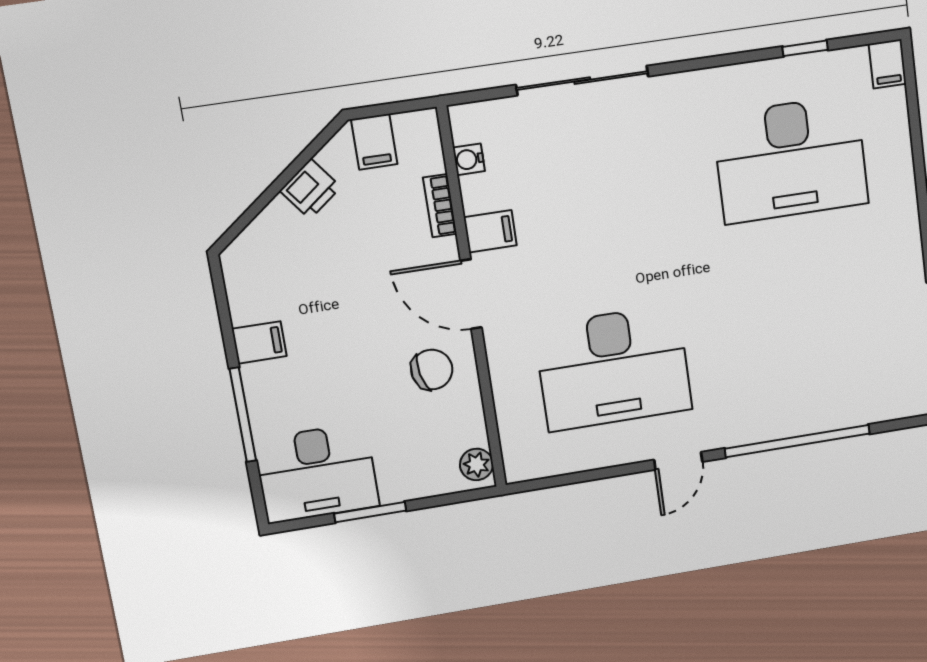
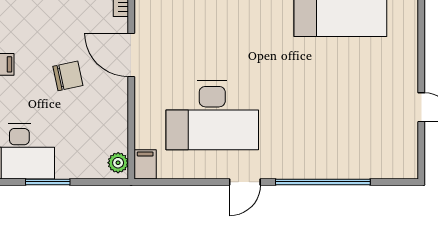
filing cabinet: (490, 231) -> (145, 164), moved, turned -90
chair: (432, 370) -> (68, 76), moved

